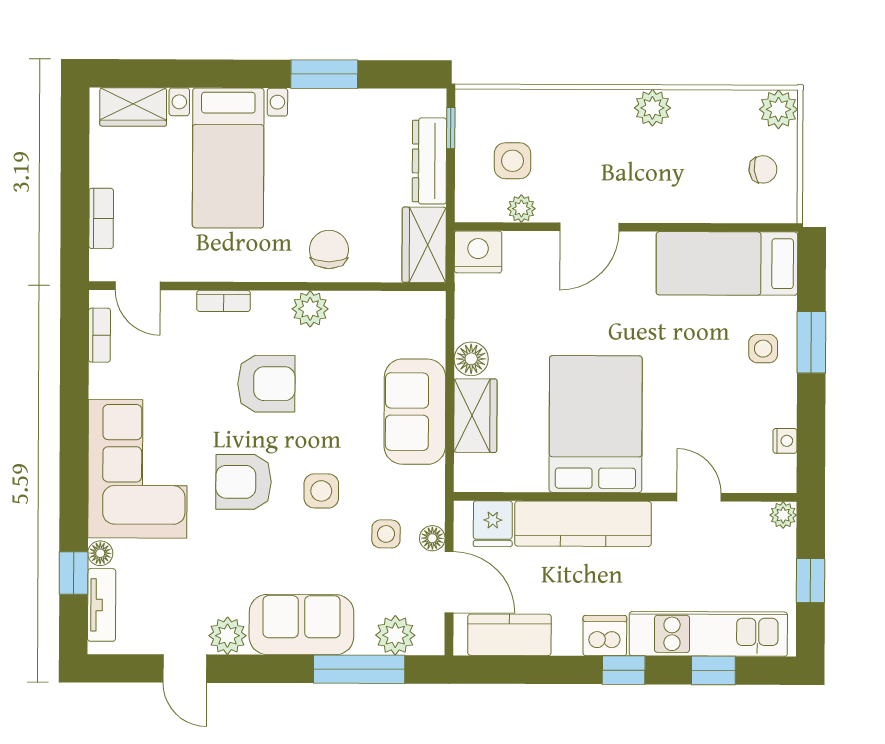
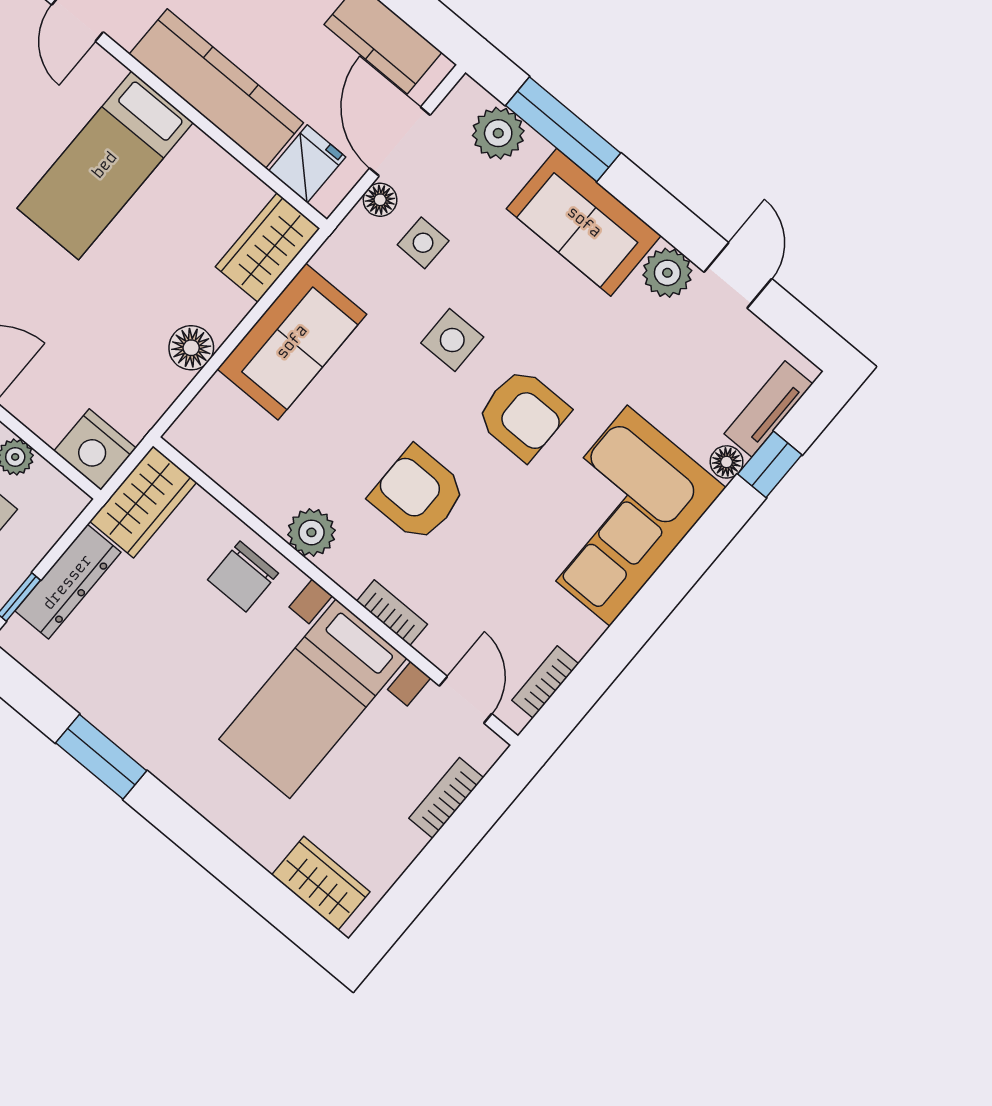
bed with nightstands: (228, 158) -> (313, 699), moved, turned 180
wardrobe: (475, 416) -> (268, 247), moved
bed: (596, 424) -> (105, 165), width x0.67

